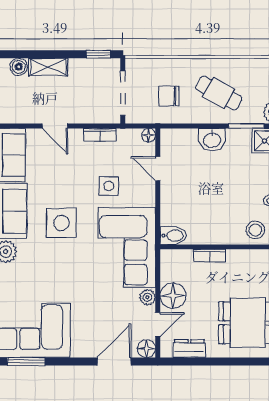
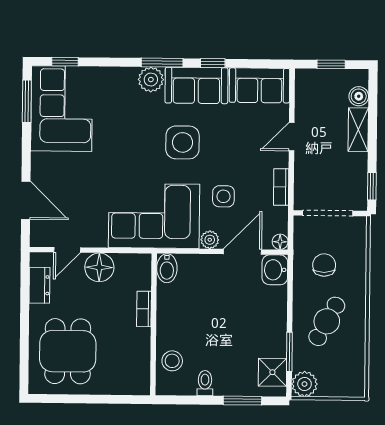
washbasin: (212, 140) -> (275, 270), moved
door: (158, 169) -> (242, 252), width x1.38
plant: (147, 297) -> (210, 240), moved
door: (158, 324) -> (67, 250), hinge flipped
floor lamp: (146, 349) -> (40, 237), removed

